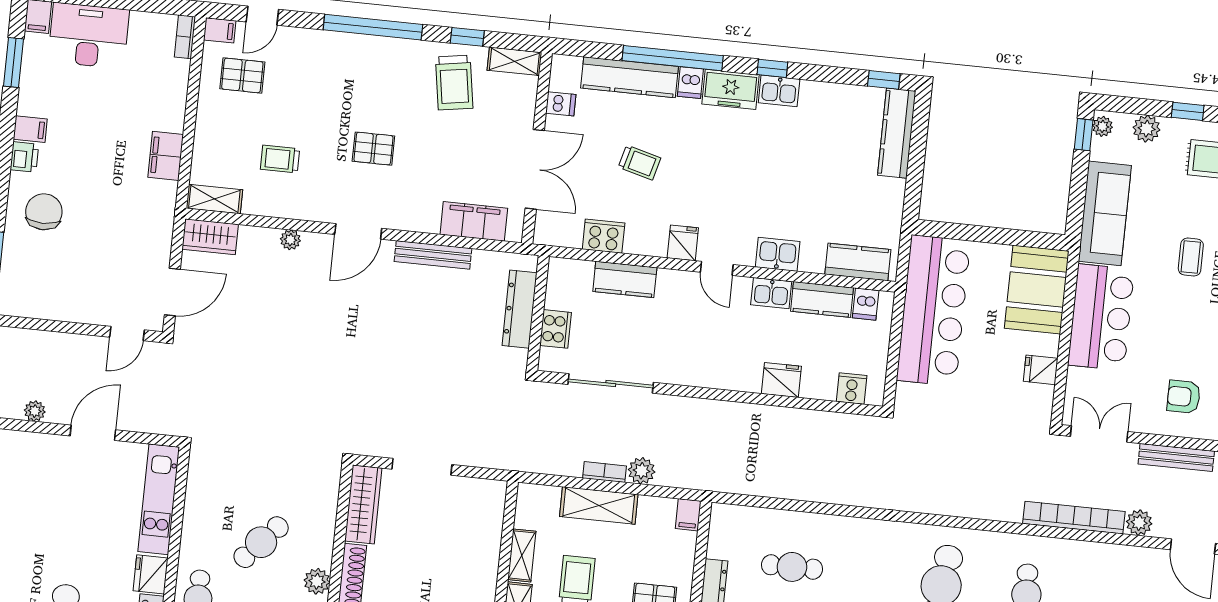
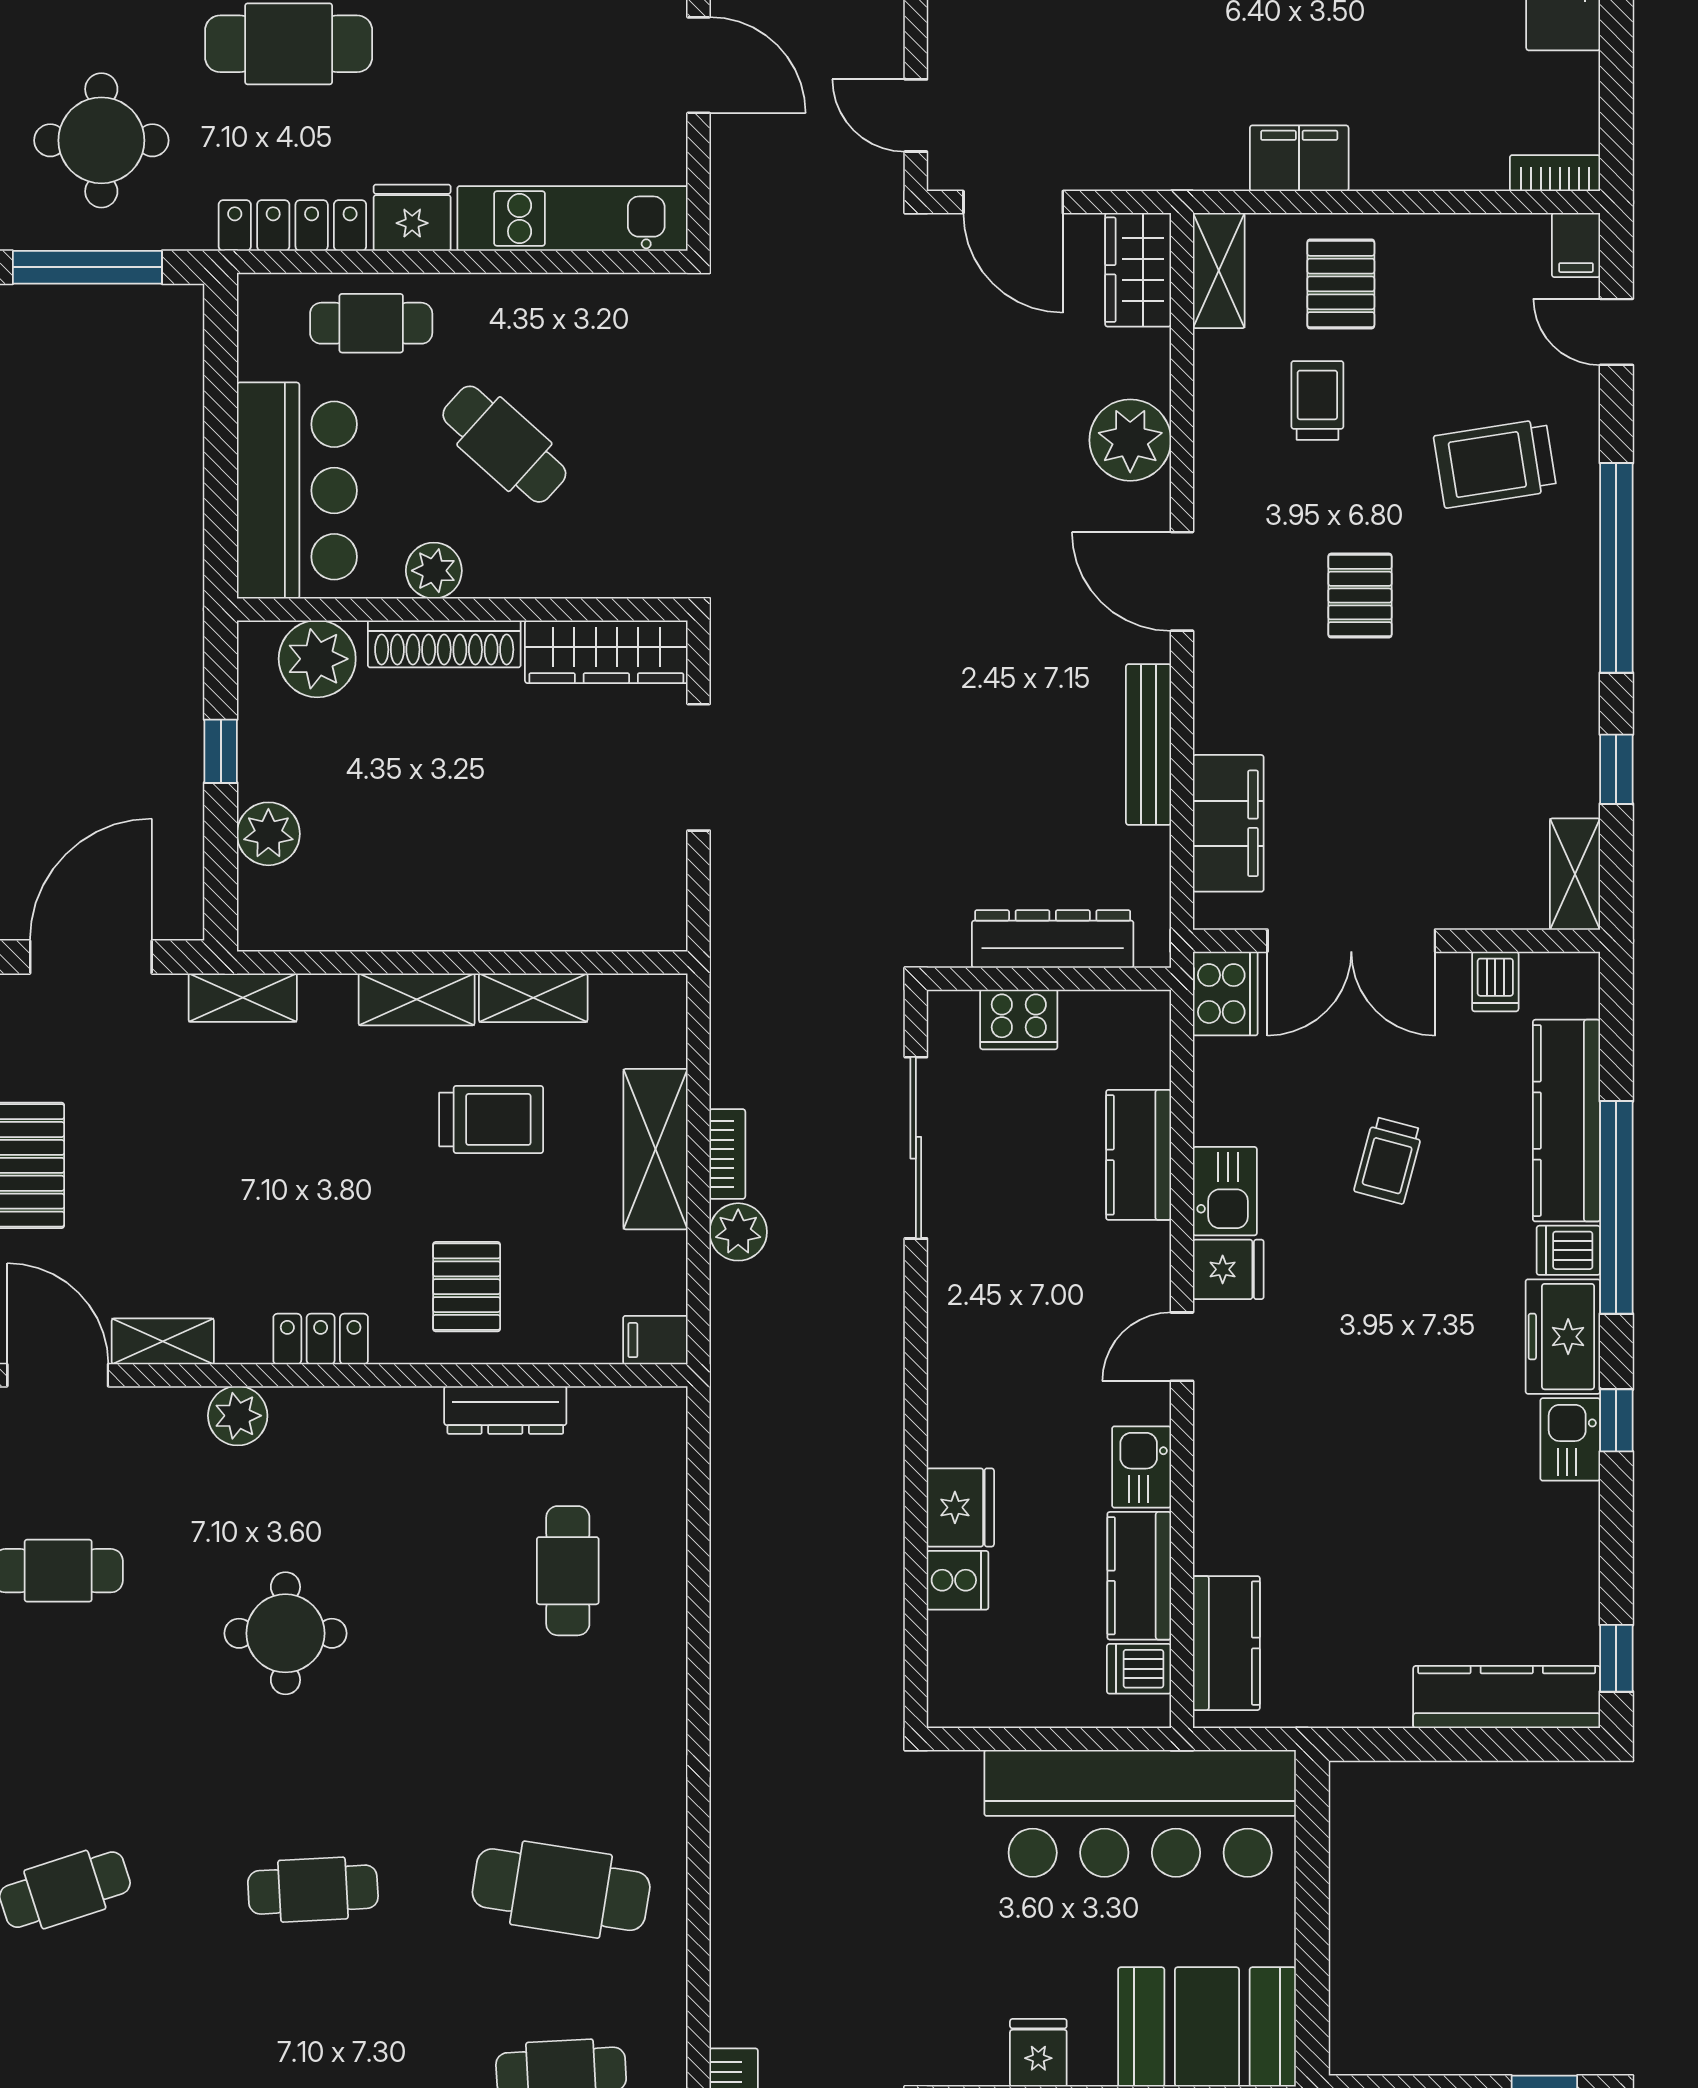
pallet: (242, 75) -> (1341, 284), moved
trolley: (454, 83) -> (1495, 463), moved
cooker: (604, 236) -> (1225, 994), moved
plant: (290, 240) -> (1130, 440), width x1.88, depth x1.88
kitchen sink: (778, 254) -> (1225, 1191), moved
cooker: (852, 389) -> (958, 1580), moved

